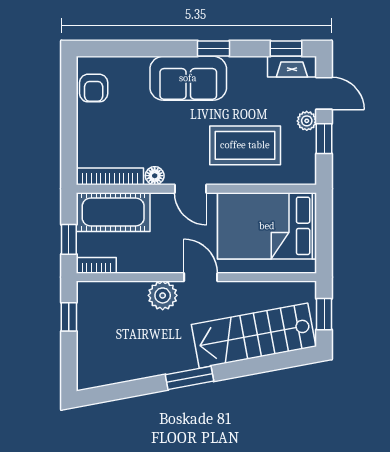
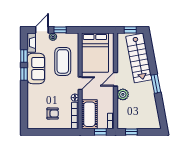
window: (286, 49) -> (24, 56), moved
sofa: (188, 78) -> (36, 69), moved
armchair: (94, 88) -> (53, 113), moved

